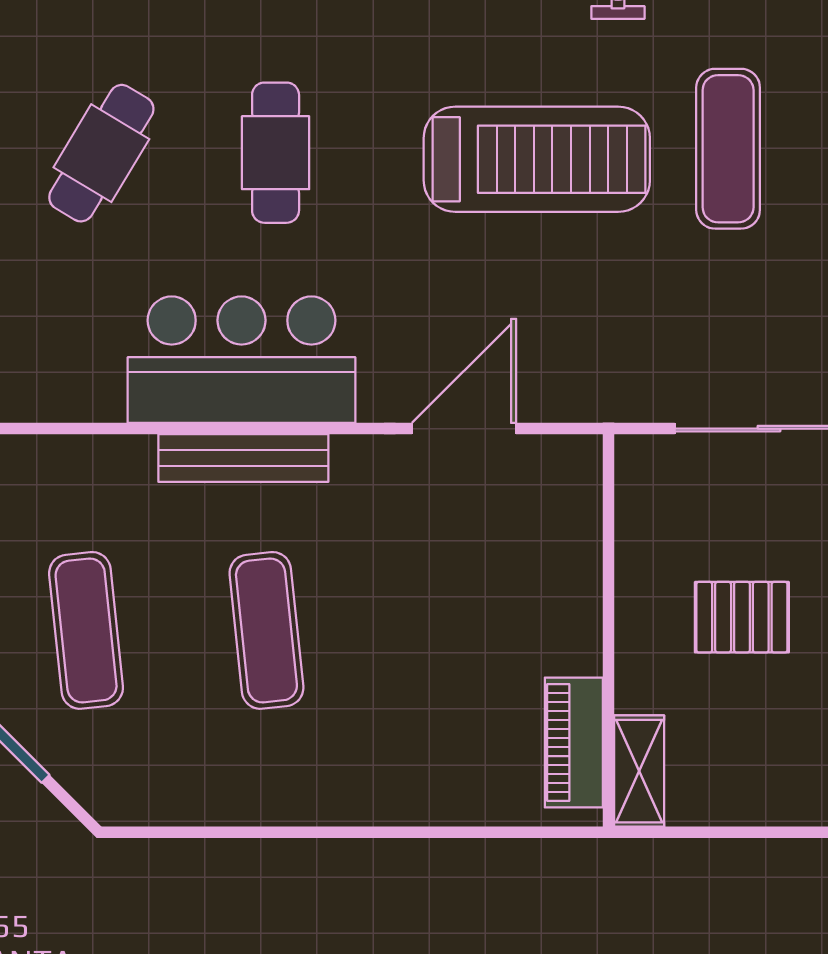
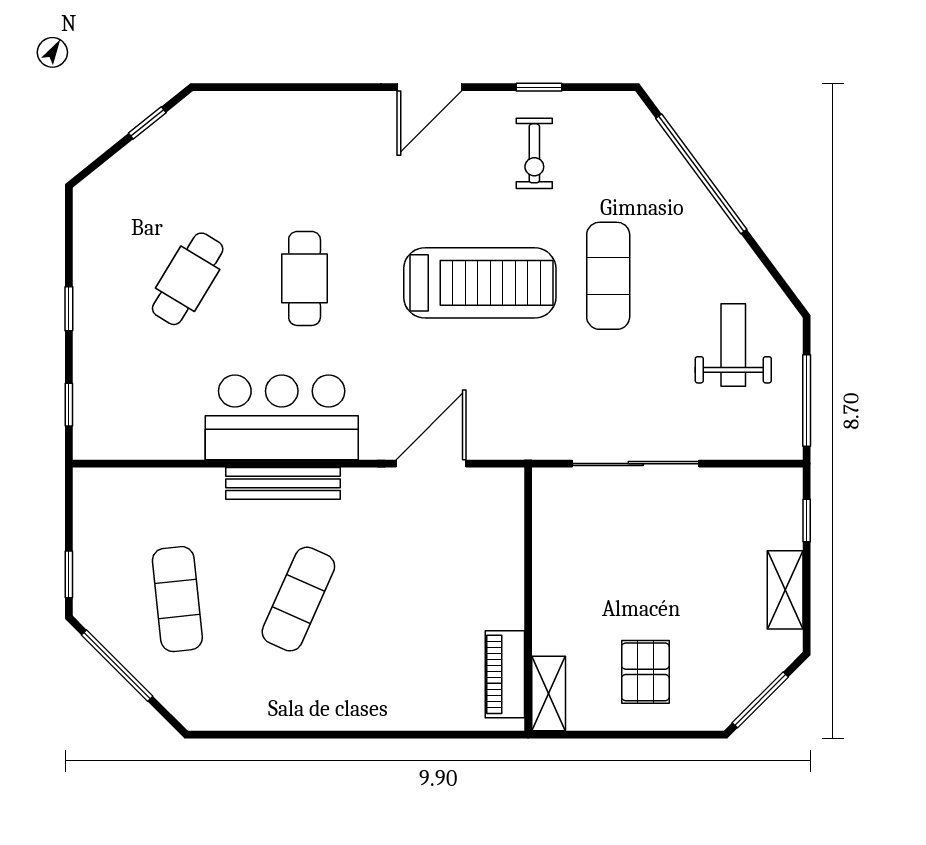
pallet: (742, 617) -> (645, 672), moved, turned 90
exercise mat: (266, 630) -> (298, 599), turned 30

